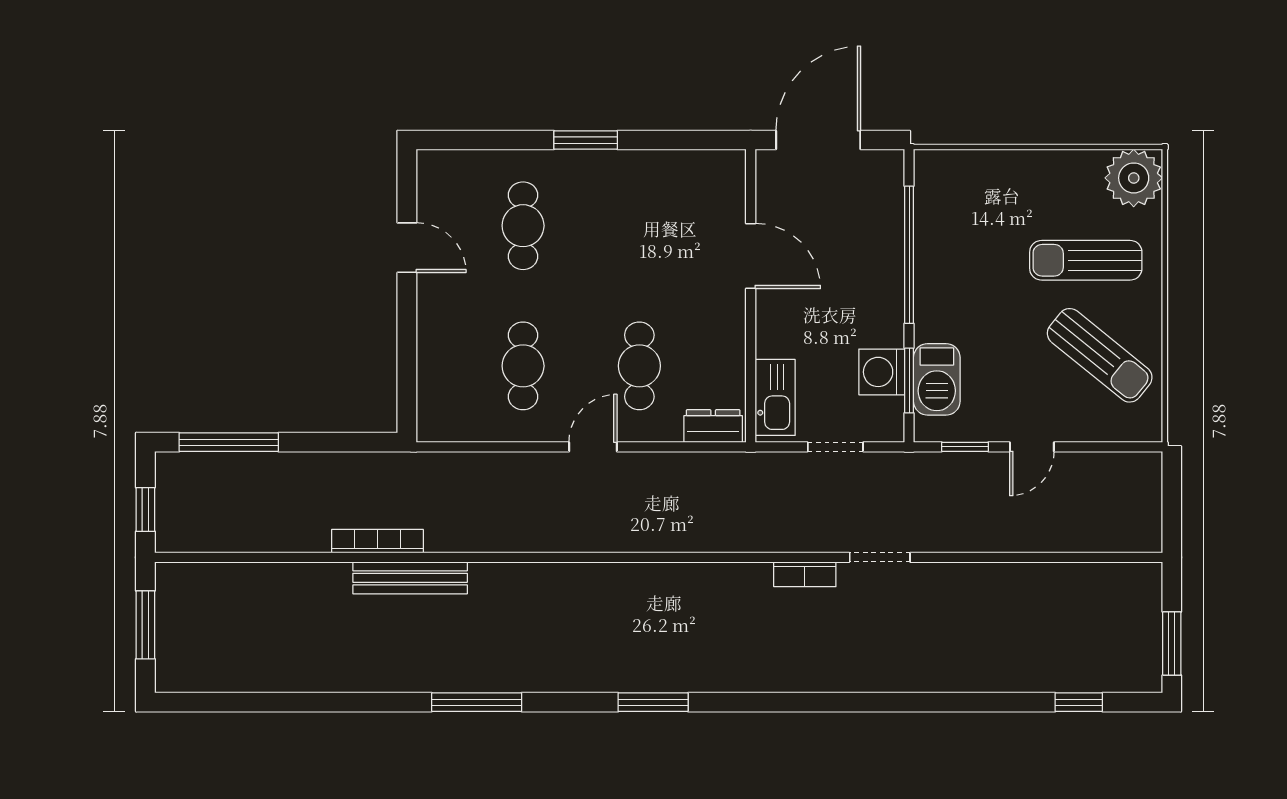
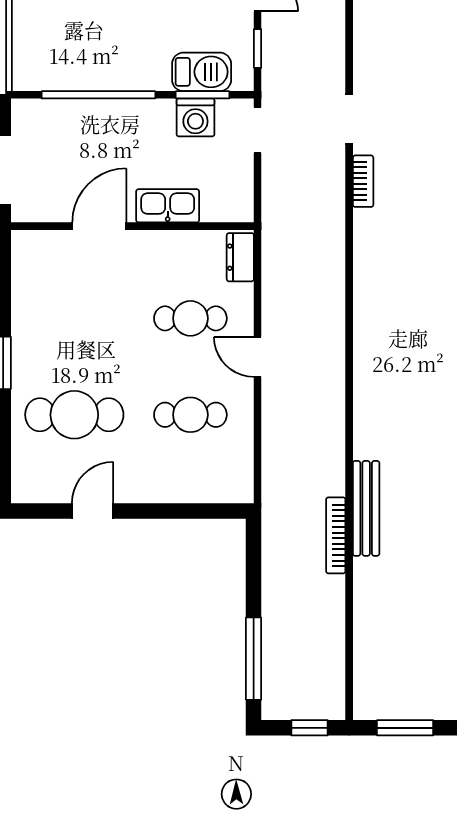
cafe table: (523, 226) -> (74, 415), width x1.37, depth x1.35
kitchen sink: (775, 397) -> (168, 206), moved
doorway: (835, 447) -> (258, 130), moved

